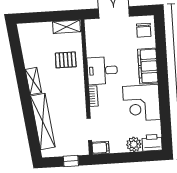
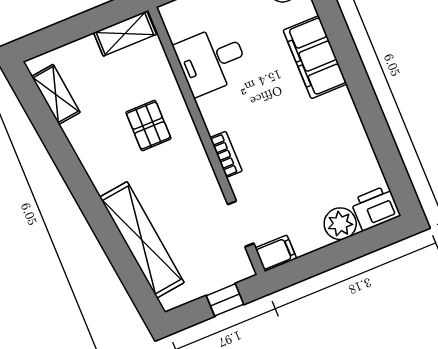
pallet: (66, 60) -> (148, 125), moved, turned 90
desk: (102, 71) -> (212, 60), moved
shelving: (33, 81) -> (56, 94), moved
corner desk: (141, 103) -> (327, 135), removed

